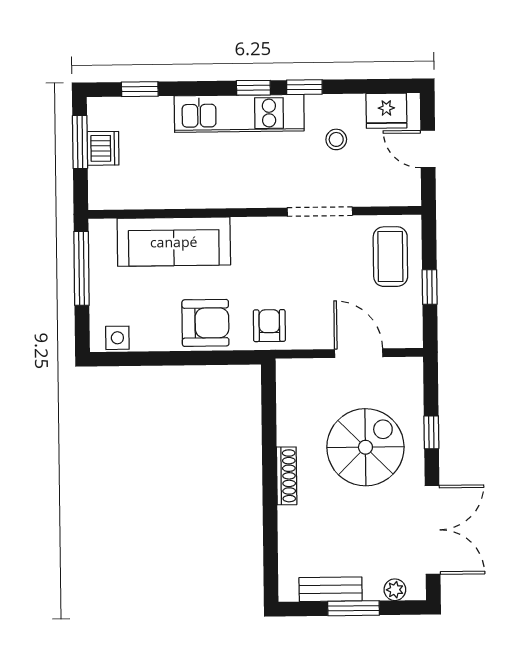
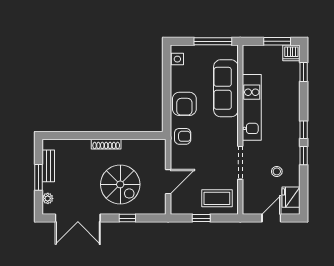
kitchen unit: (239, 113) -> (252, 107), moved, turned 180
dishwasher: (103, 148) -> (291, 53), moved

